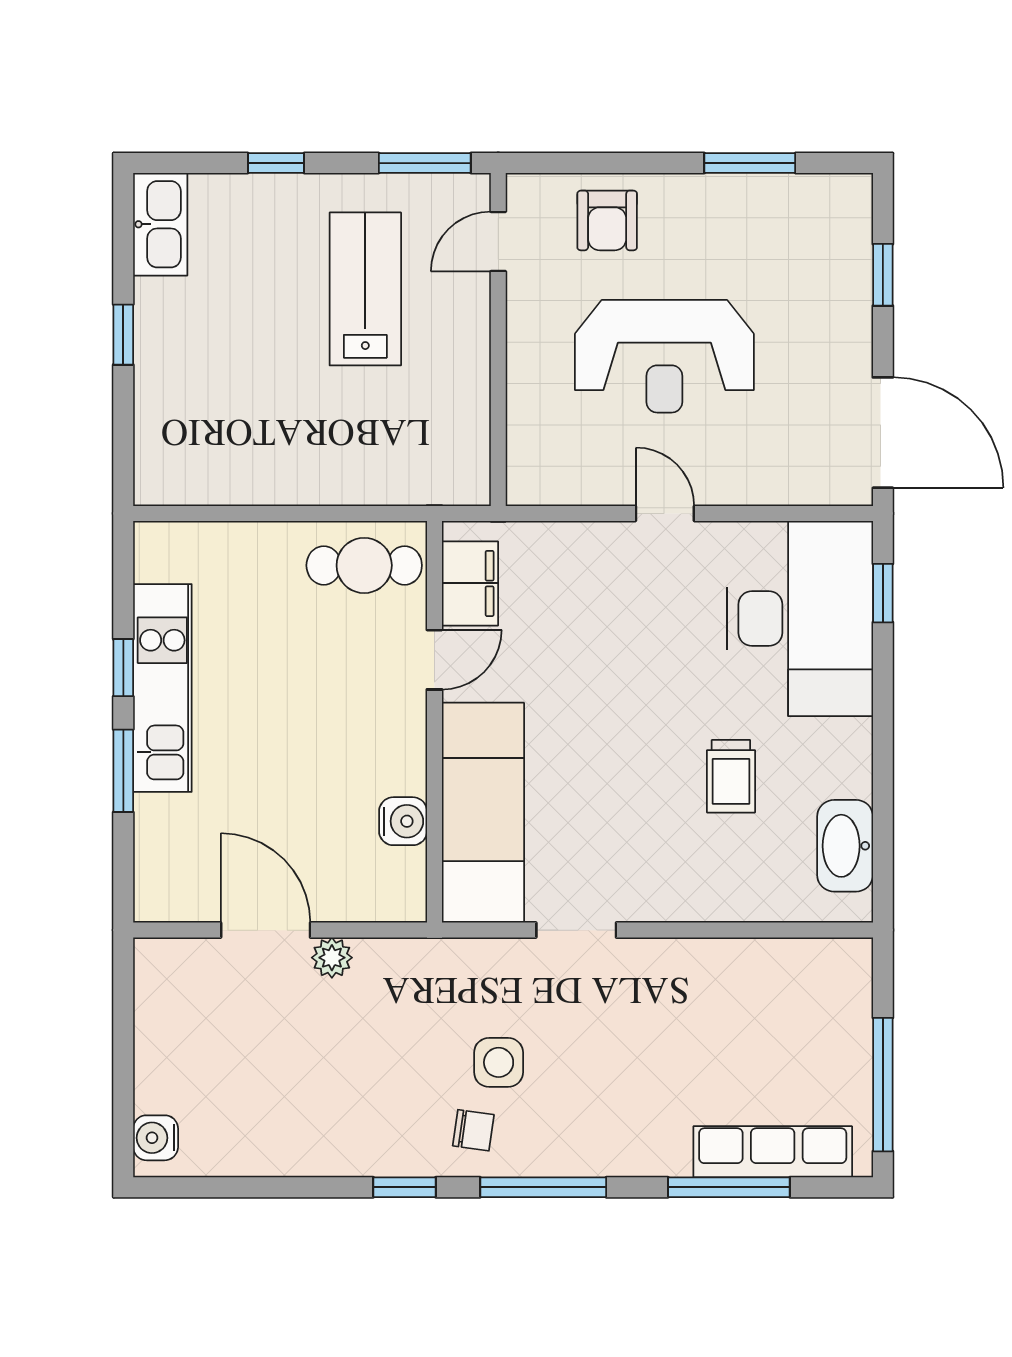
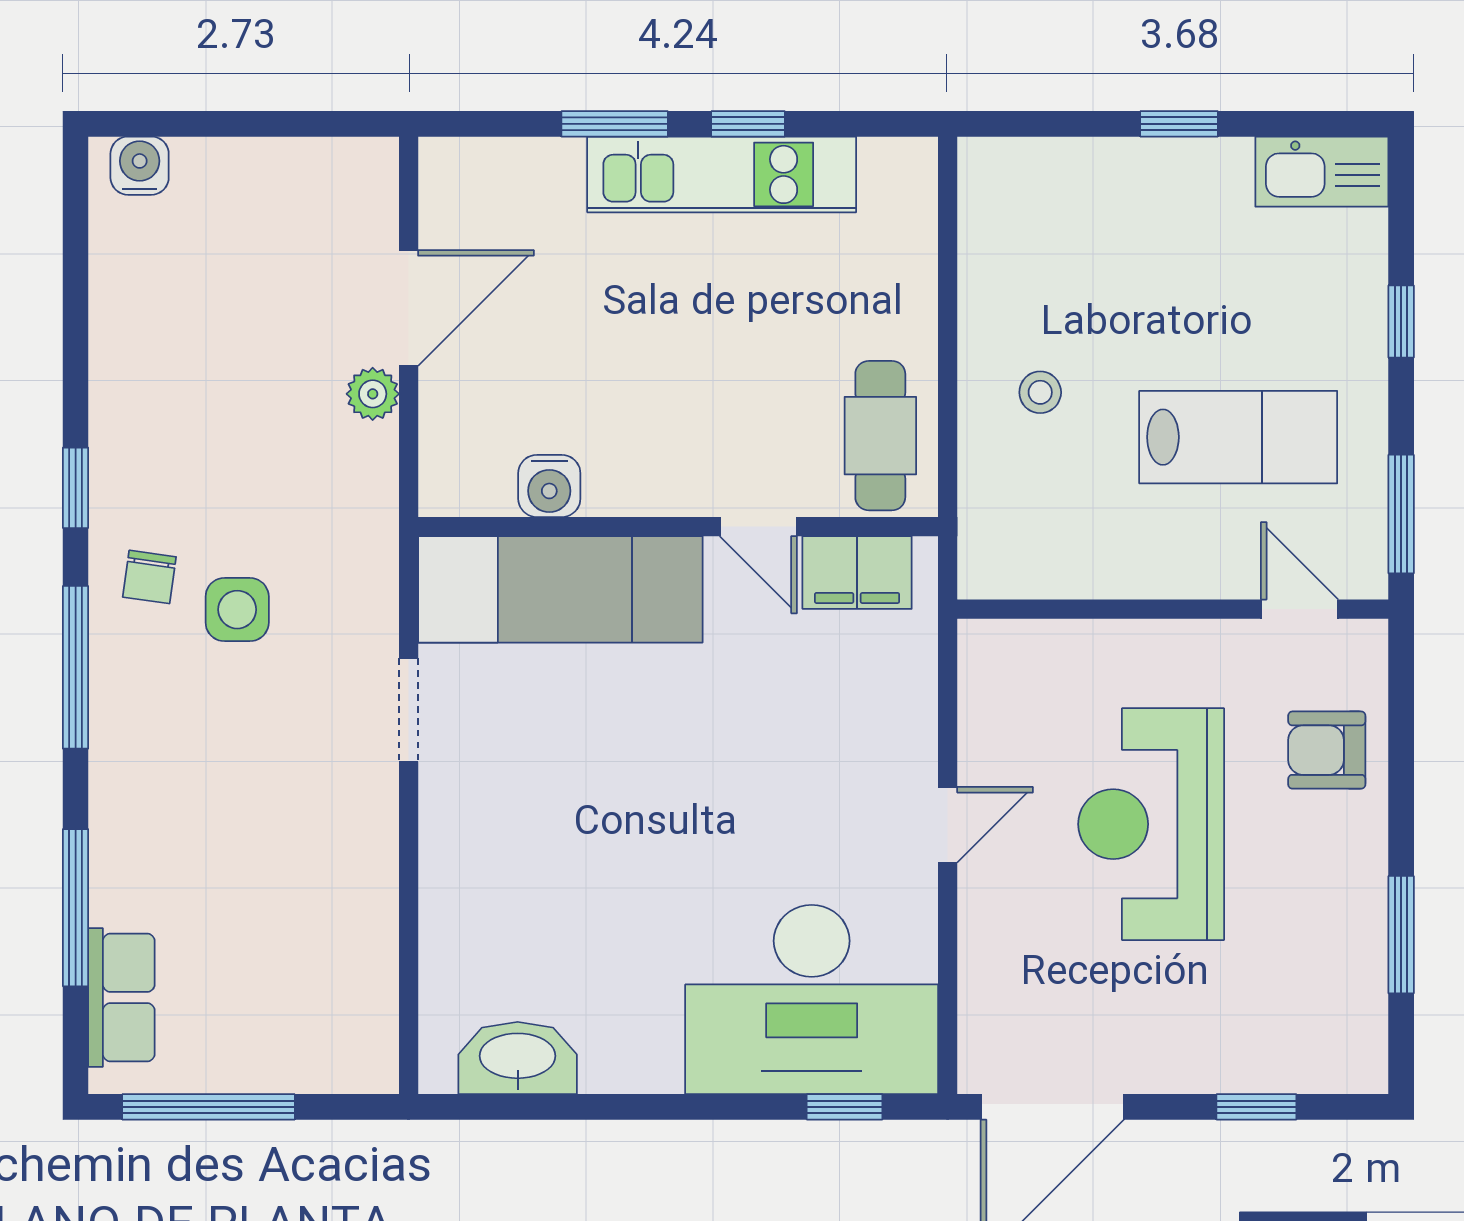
stool: (331, 442) -> (1040, 392), added
trolley: (731, 776) -> (608, 910), removed
row of seats: (773, 1152) -> (121, 998), width x0.68

